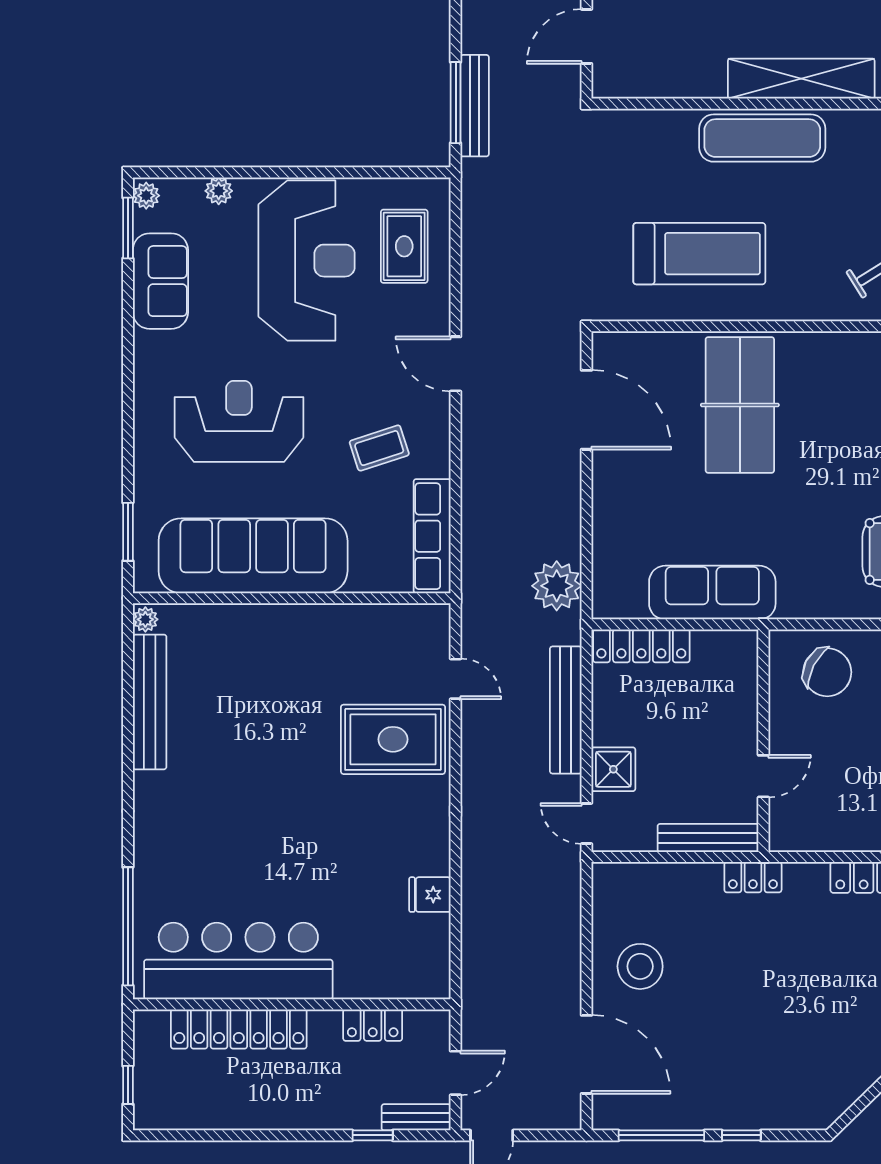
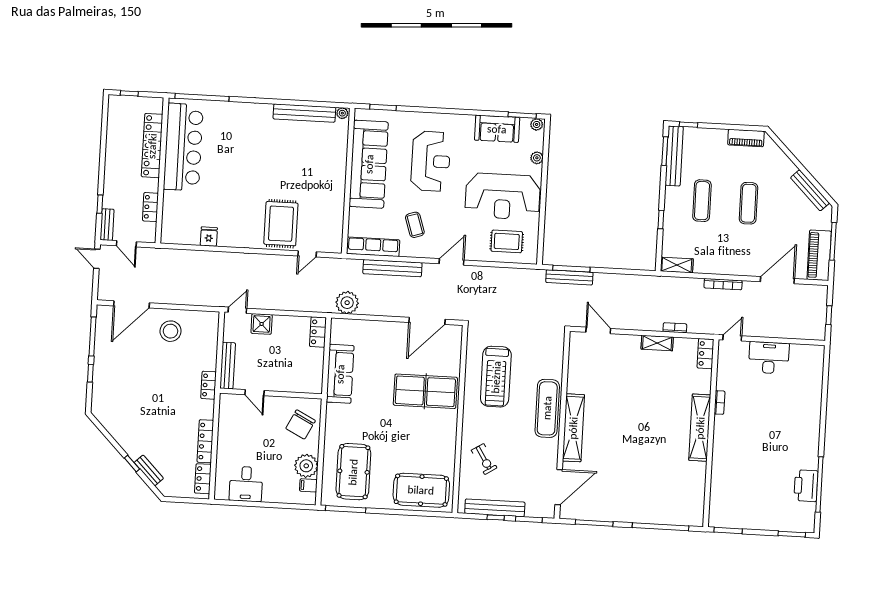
locker: (641, 646) -> (318, 332), width x0.66
bench: (566, 710) -> (392, 268), moved

